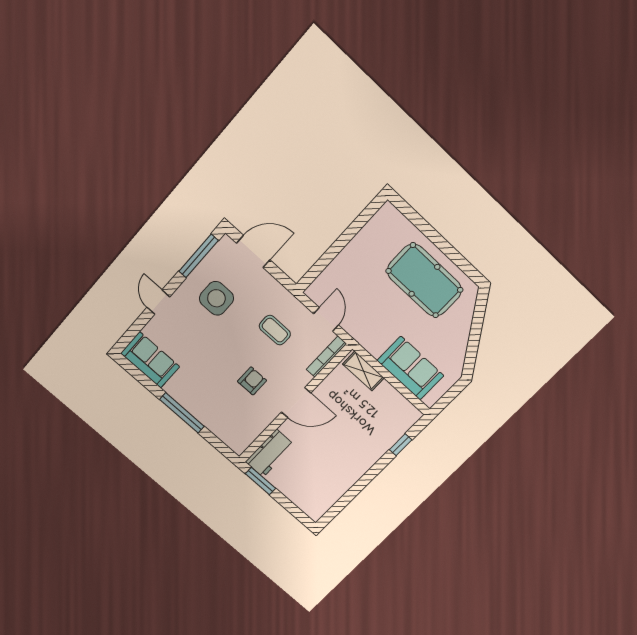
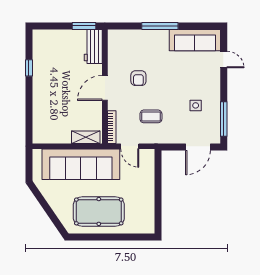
side table: (216, 298) -> (196, 105), width x0.54, depth x0.54
door: (158, 302) -> (224, 60), moved
sofa: (150, 360) -> (195, 40), width x1.36
sofa: (410, 368) -> (81, 164), width x1.85, depth x1.27
window: (401, 445) -> (29, 68), moved

